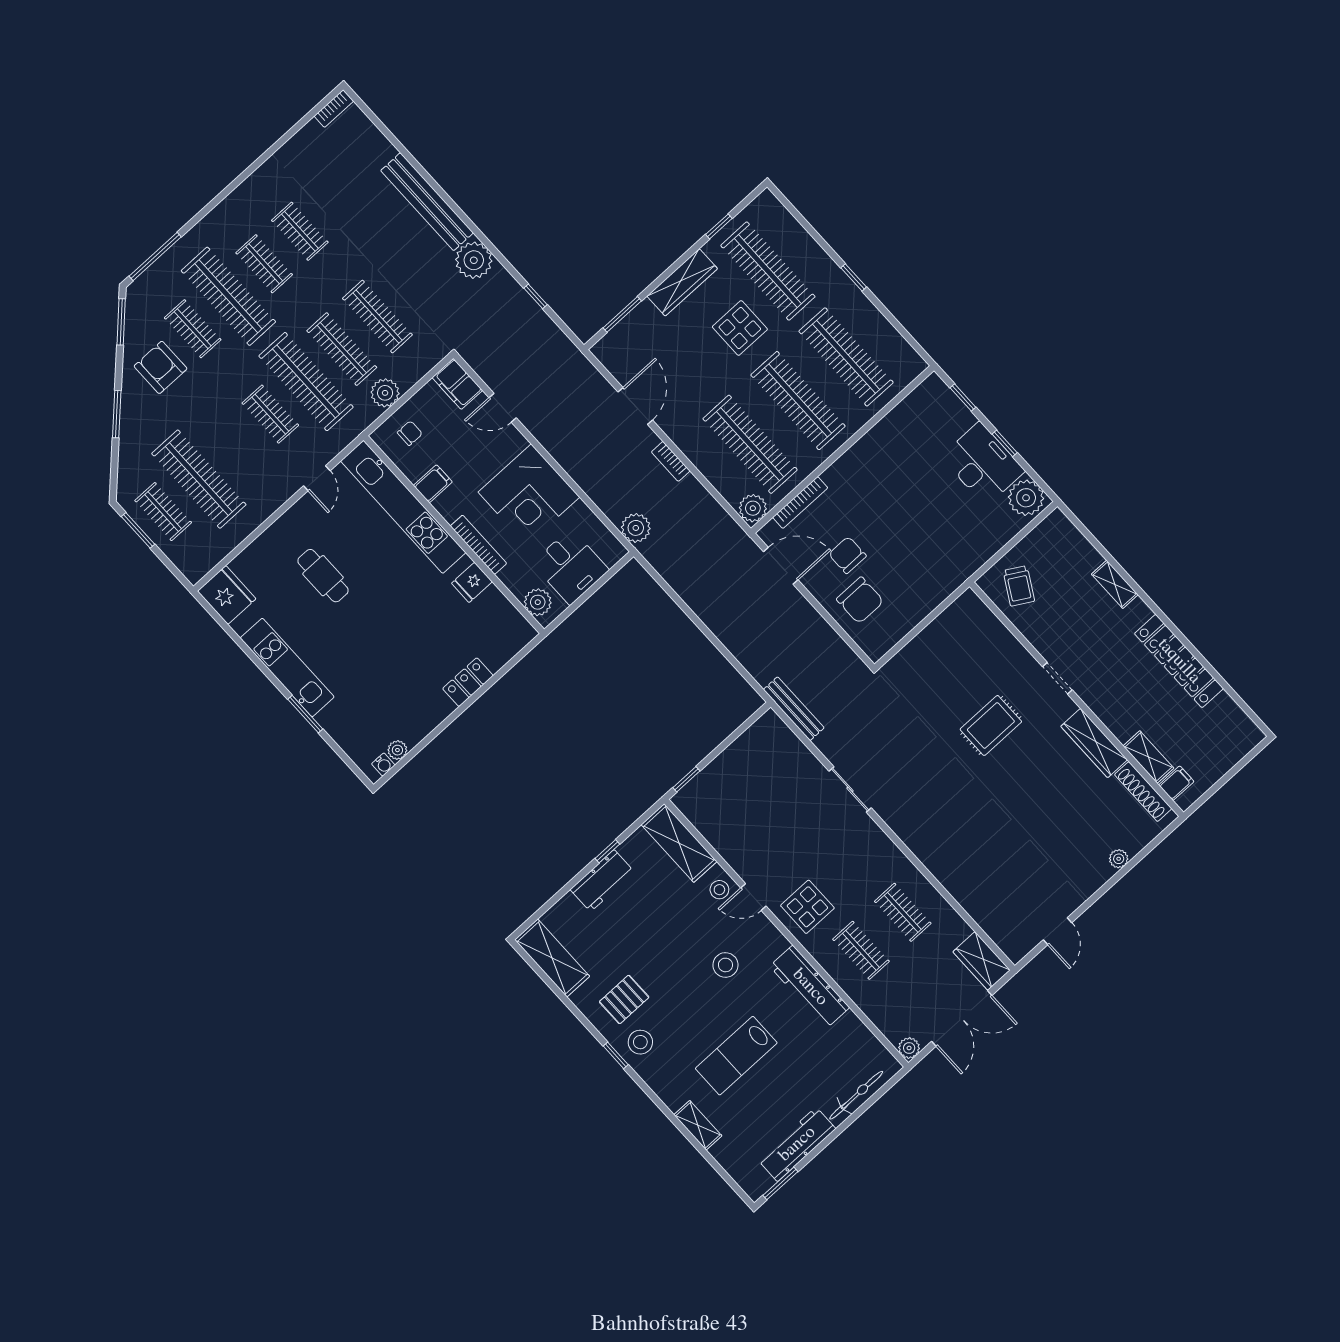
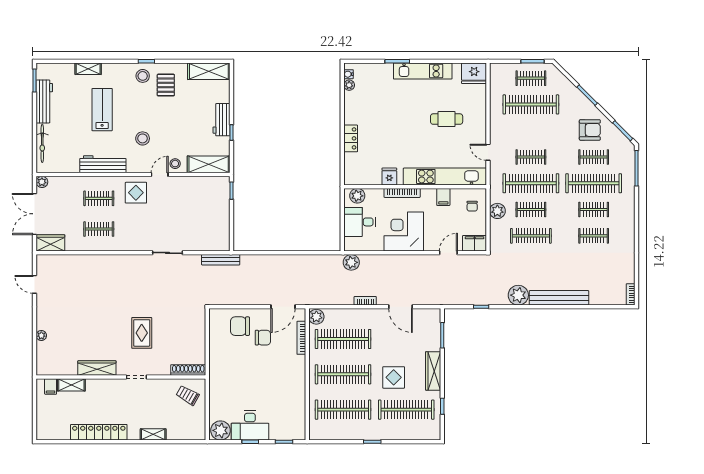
clothes rail: (342, 349) -> (531, 210), width x0.73
shoe rack: (1143, 792) -> (188, 370), moved

